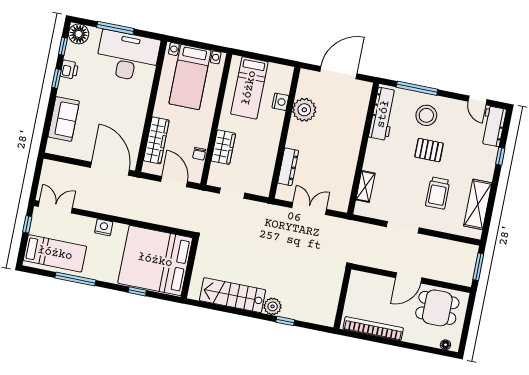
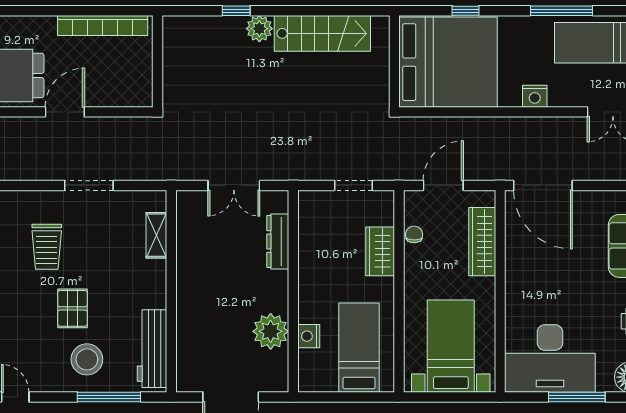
pallet: (429, 150) -> (72, 308), turned 90
door: (174, 182) -> (443, 185), swing flipped
trolley: (438, 193) -> (47, 247), turned 180

